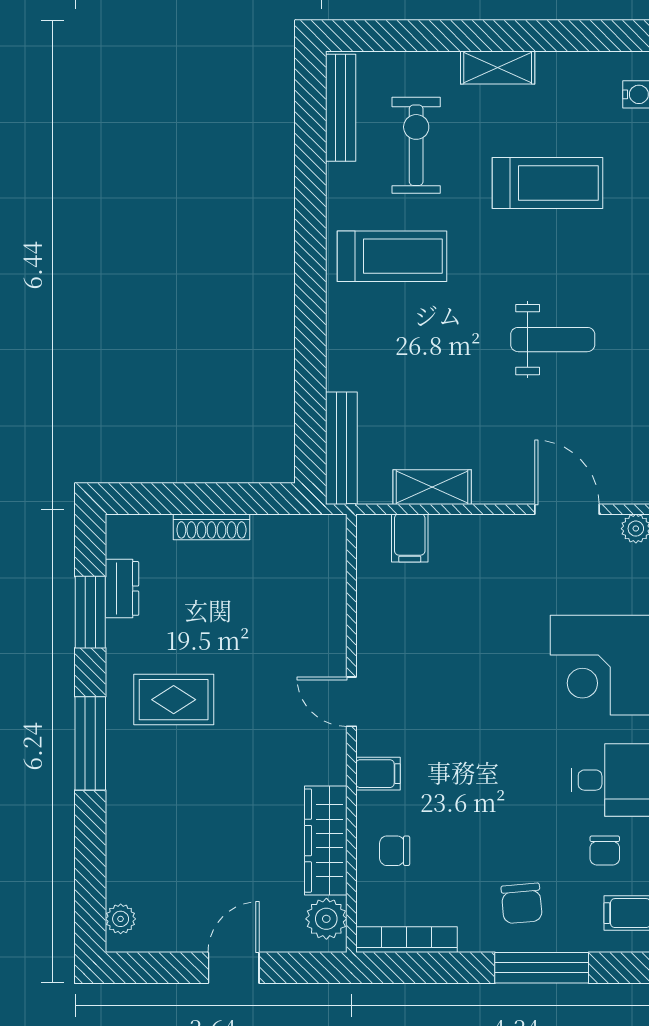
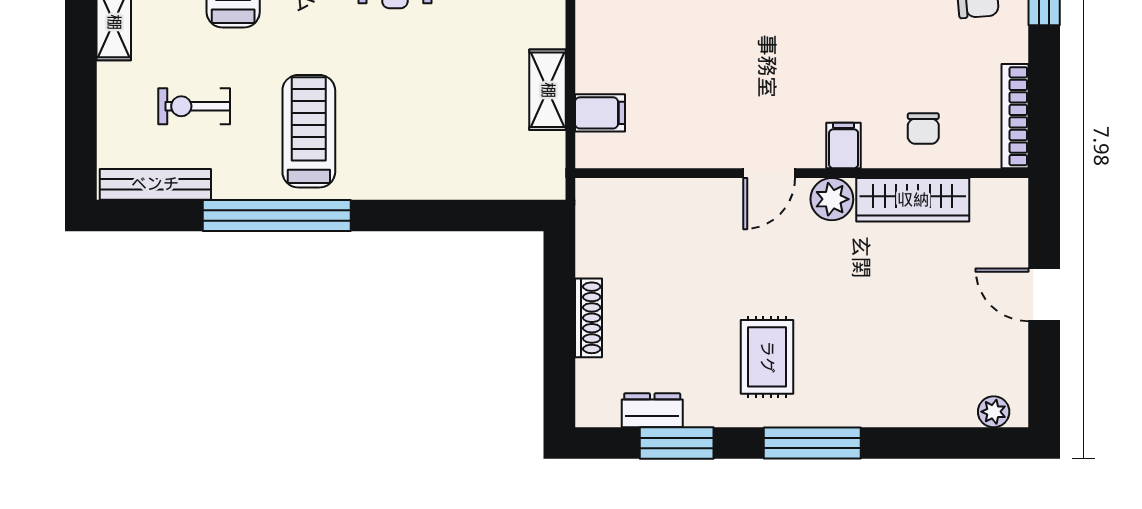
exercise bike: (416, 145) -> (194, 106), width x0.73, depth x0.72
window: (310, 225) -> (277, 216), added
bench: (341, 448) -> (507, 184), removed
plant: (326, 919) -> (832, 199), moved

